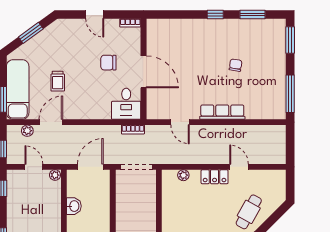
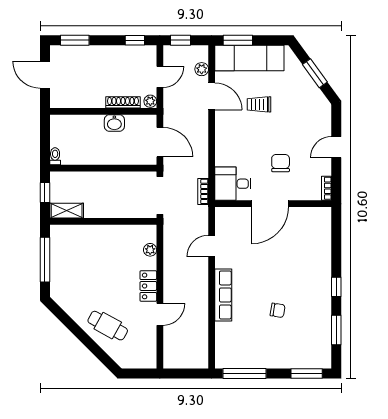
shoe rack: (56, 199) -> (123, 102), added

